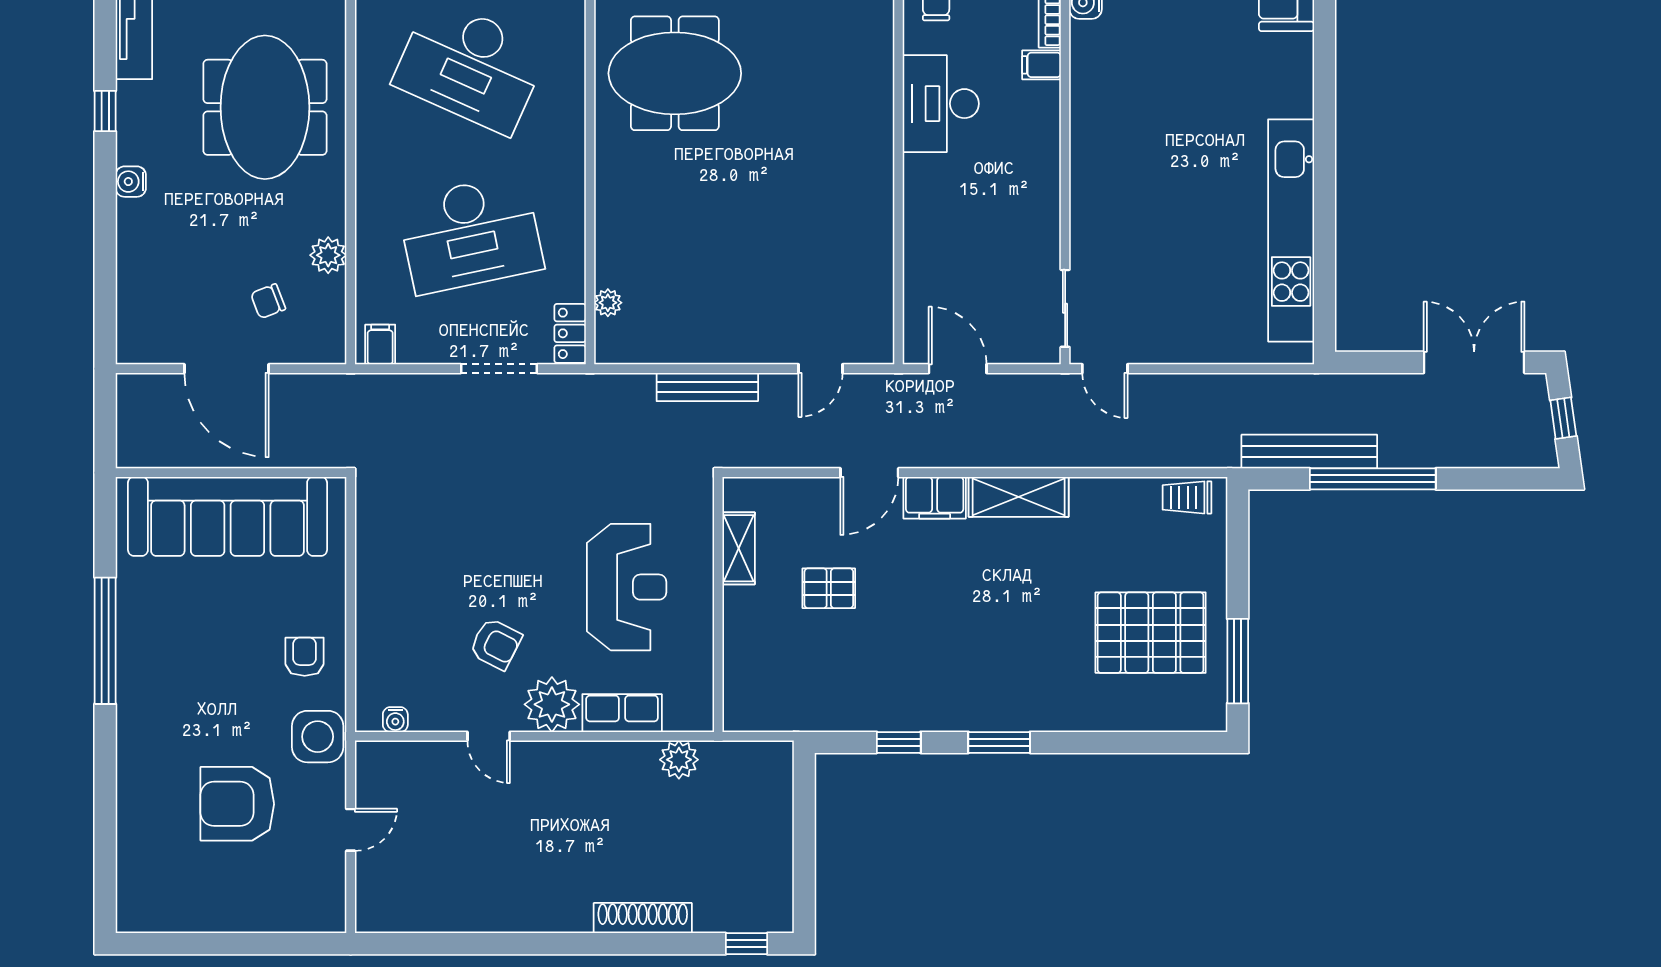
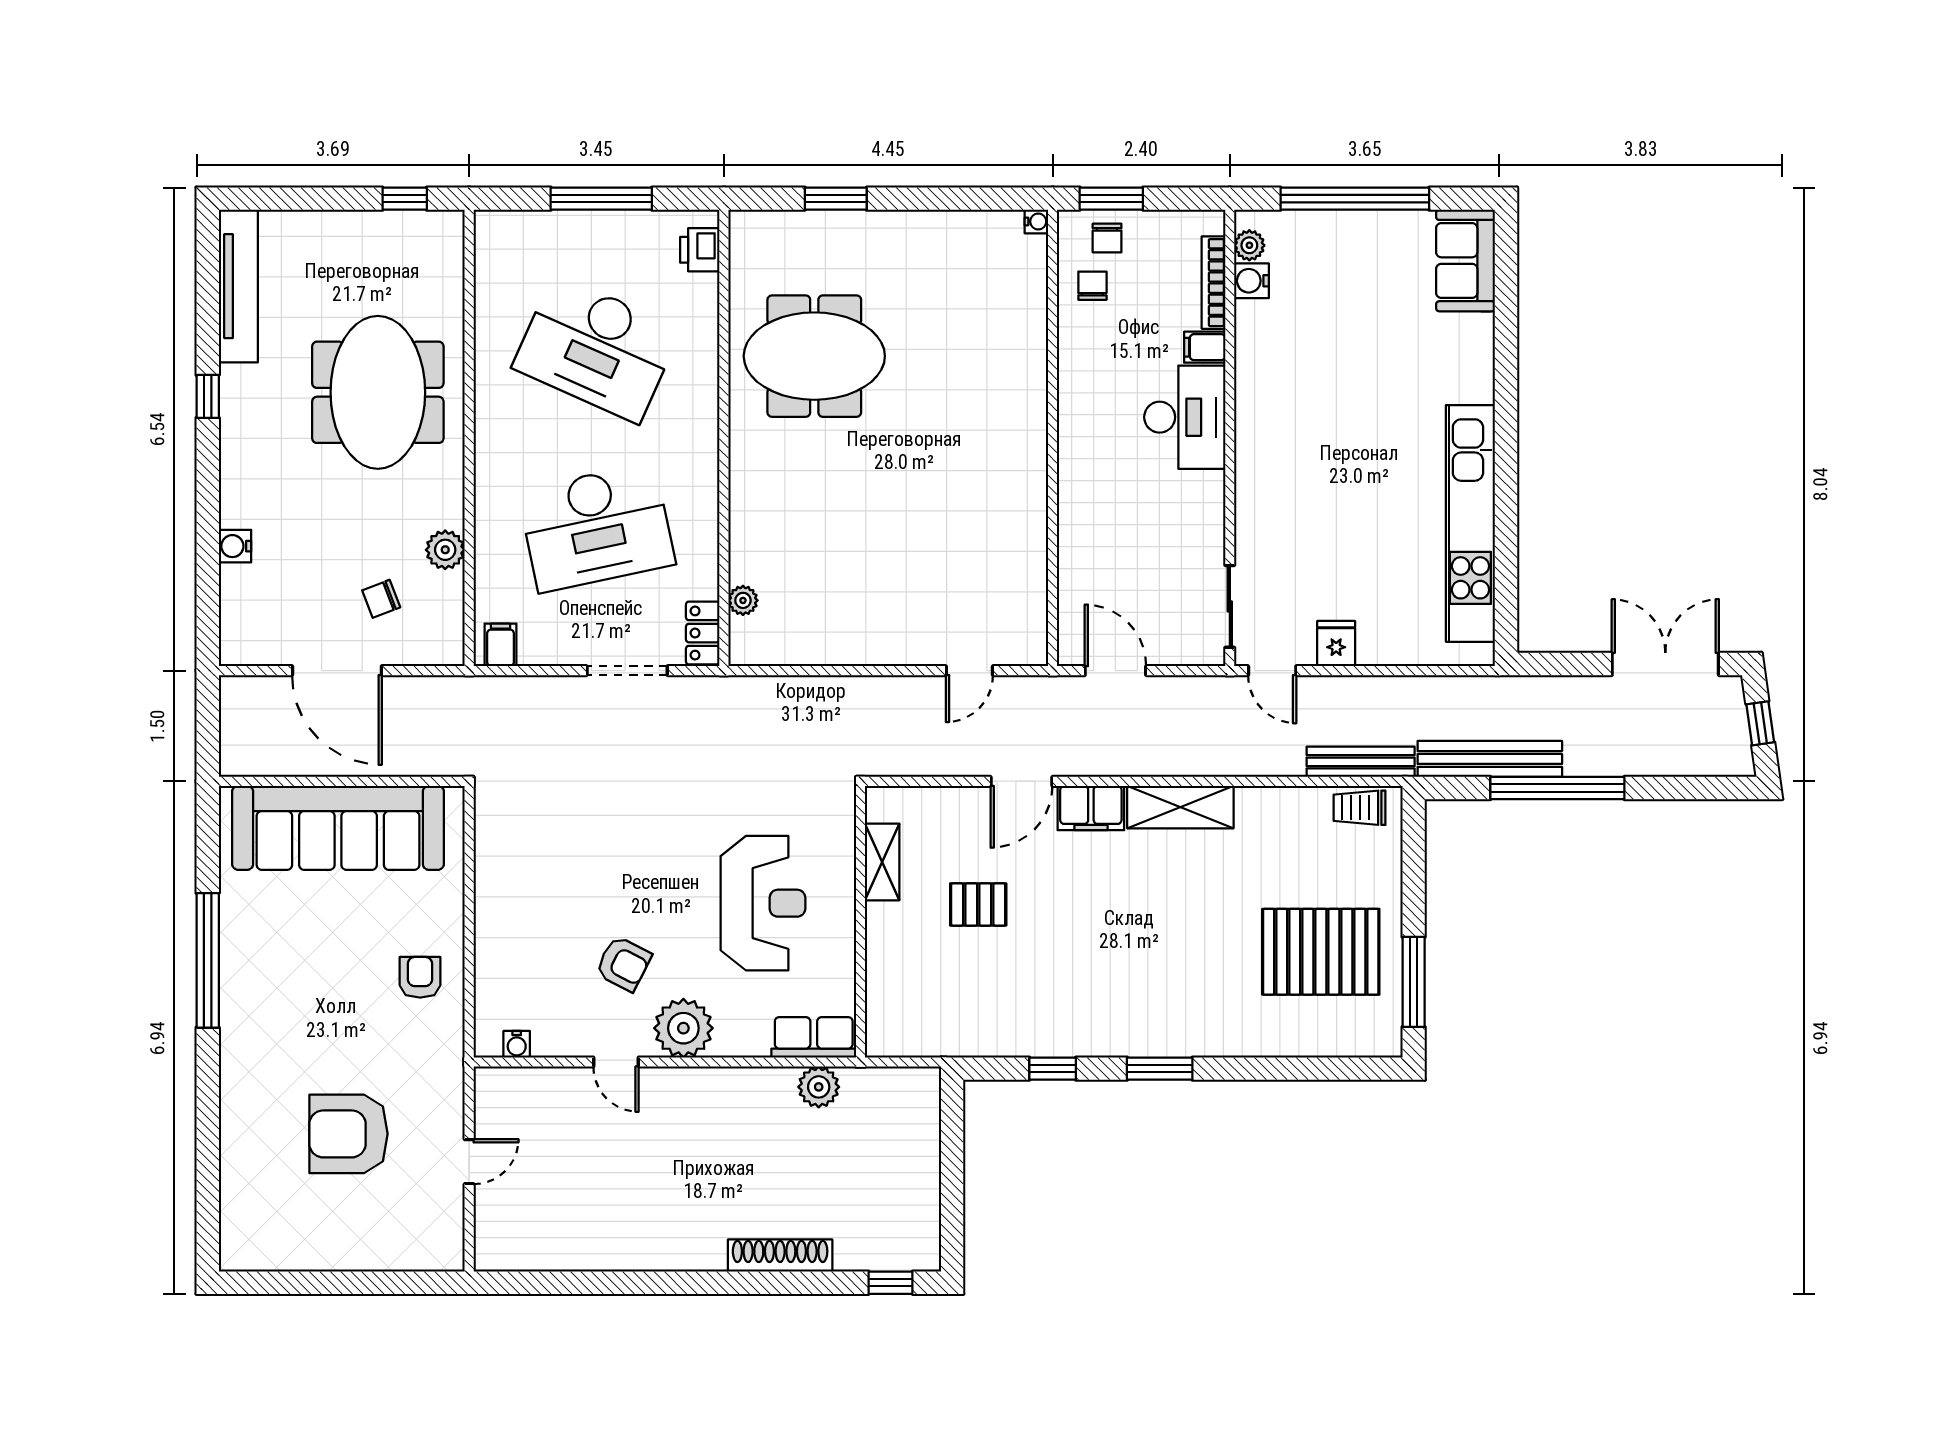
desk: (941, 104) -> (1185, 417), moved, turned 180
water cooler: (131, 182) -> (235, 546), moved
fridge: (1165, 343) -> (1336, 644), added
bench: (707, 387) -> (1361, 762), moved
row of seats: (622, 713) -> (814, 1037), moved
side table: (318, 737) -> (434, 1062), removed

